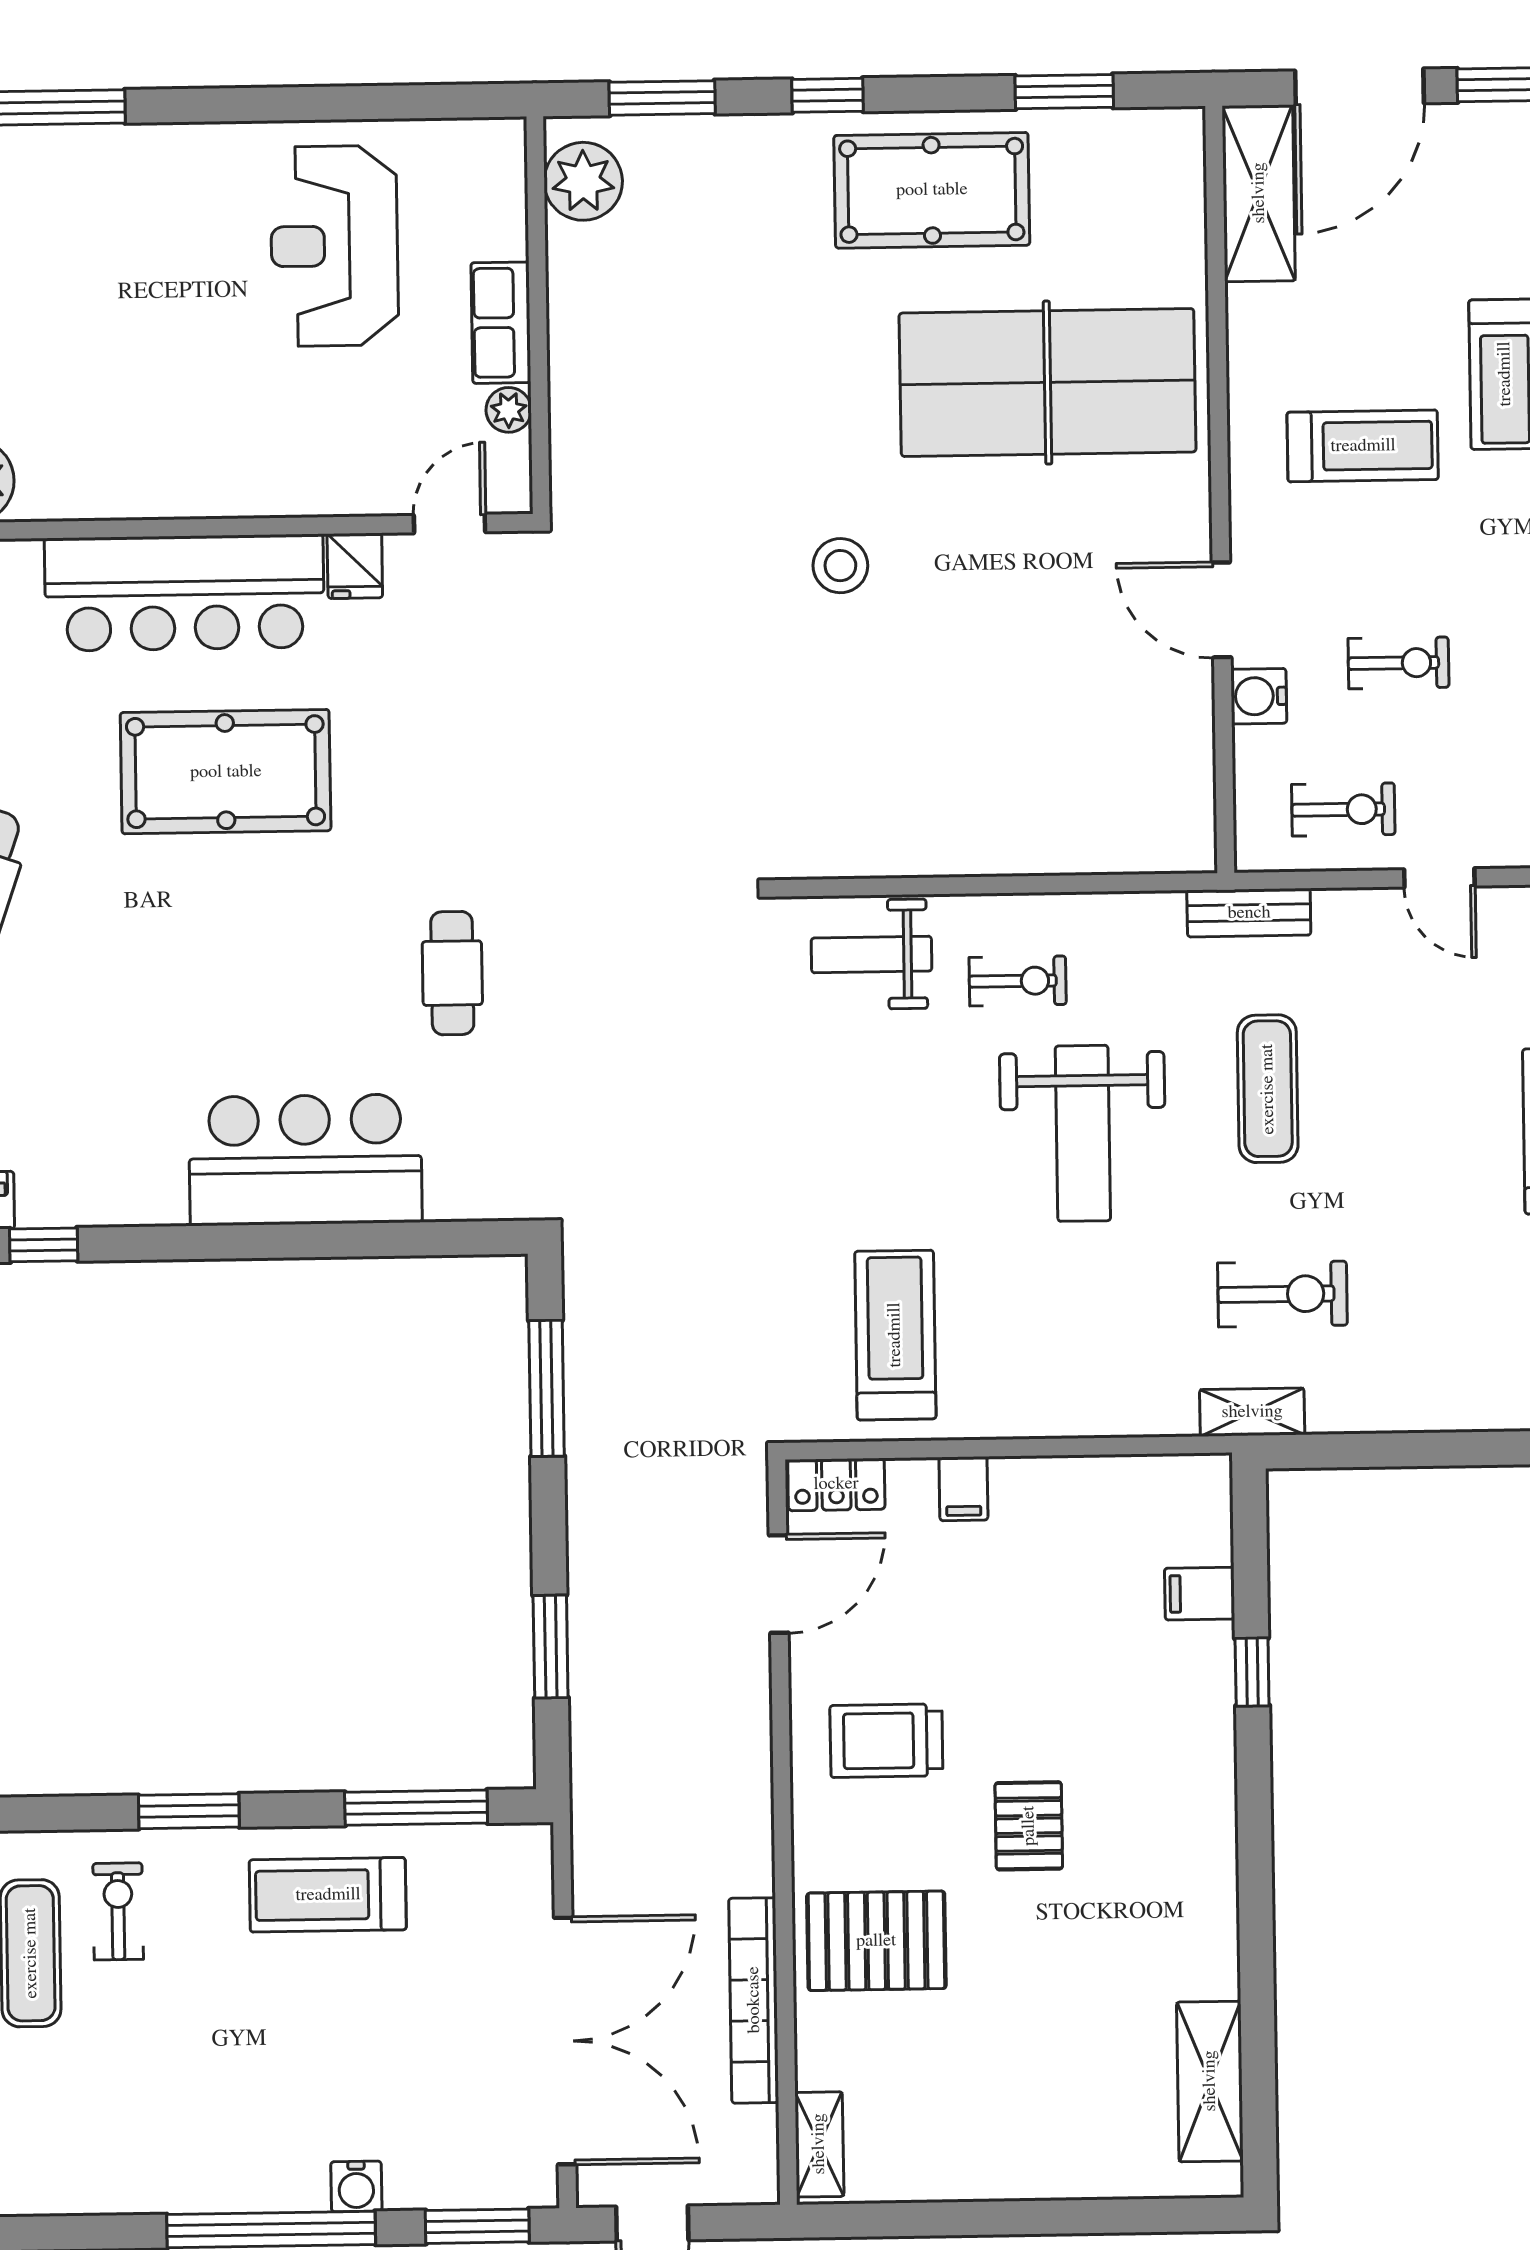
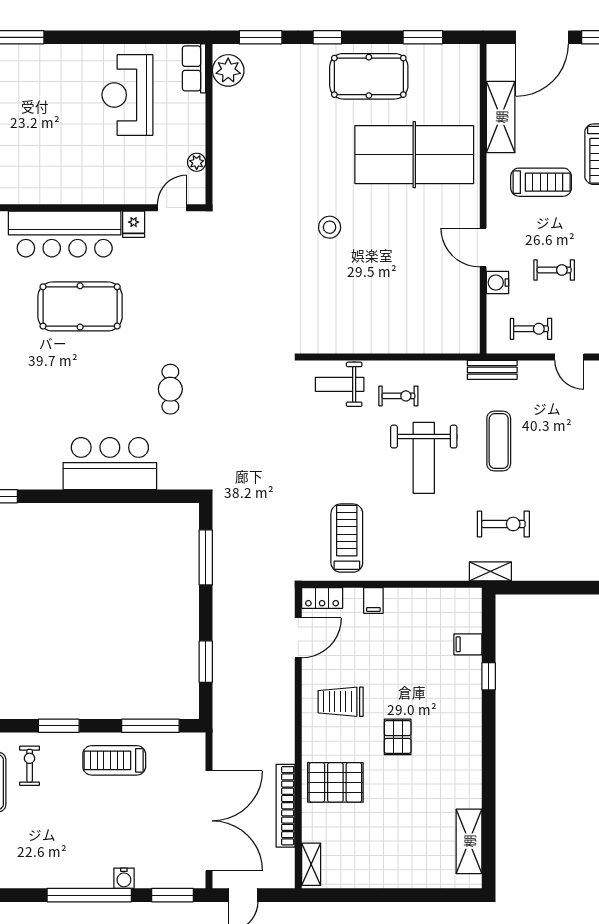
shelving: (1259, 193) -> (501, 117), moved
row of seats: (501, 323) -> (194, 68), moved

